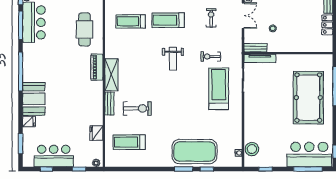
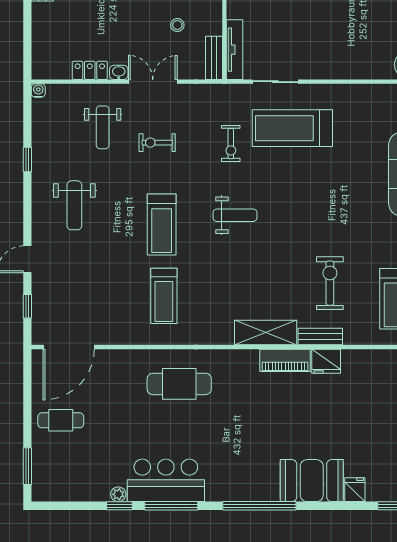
piano: (97, 67) -> (285, 360), moved
fridge: (96, 133) -> (326, 361), moved

